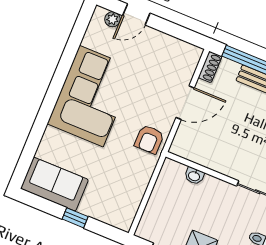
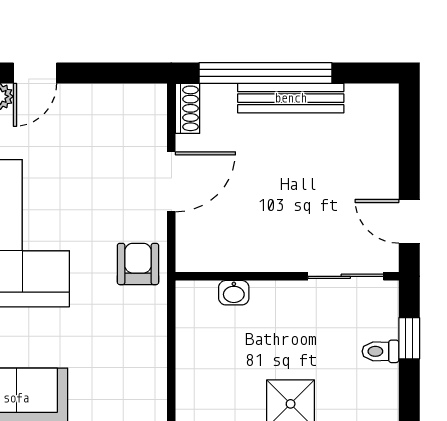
armchair: (149, 139) -> (138, 264), turned 180

